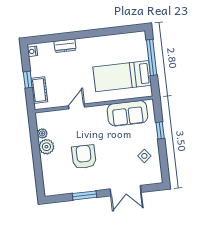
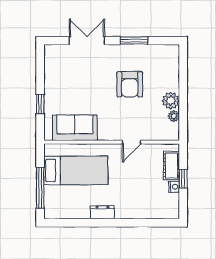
dresser: (65, 46) -> (102, 212), moved
nightstand: (32, 51) -> (174, 187), moved
side table: (144, 156) -> (61, 77), removed

